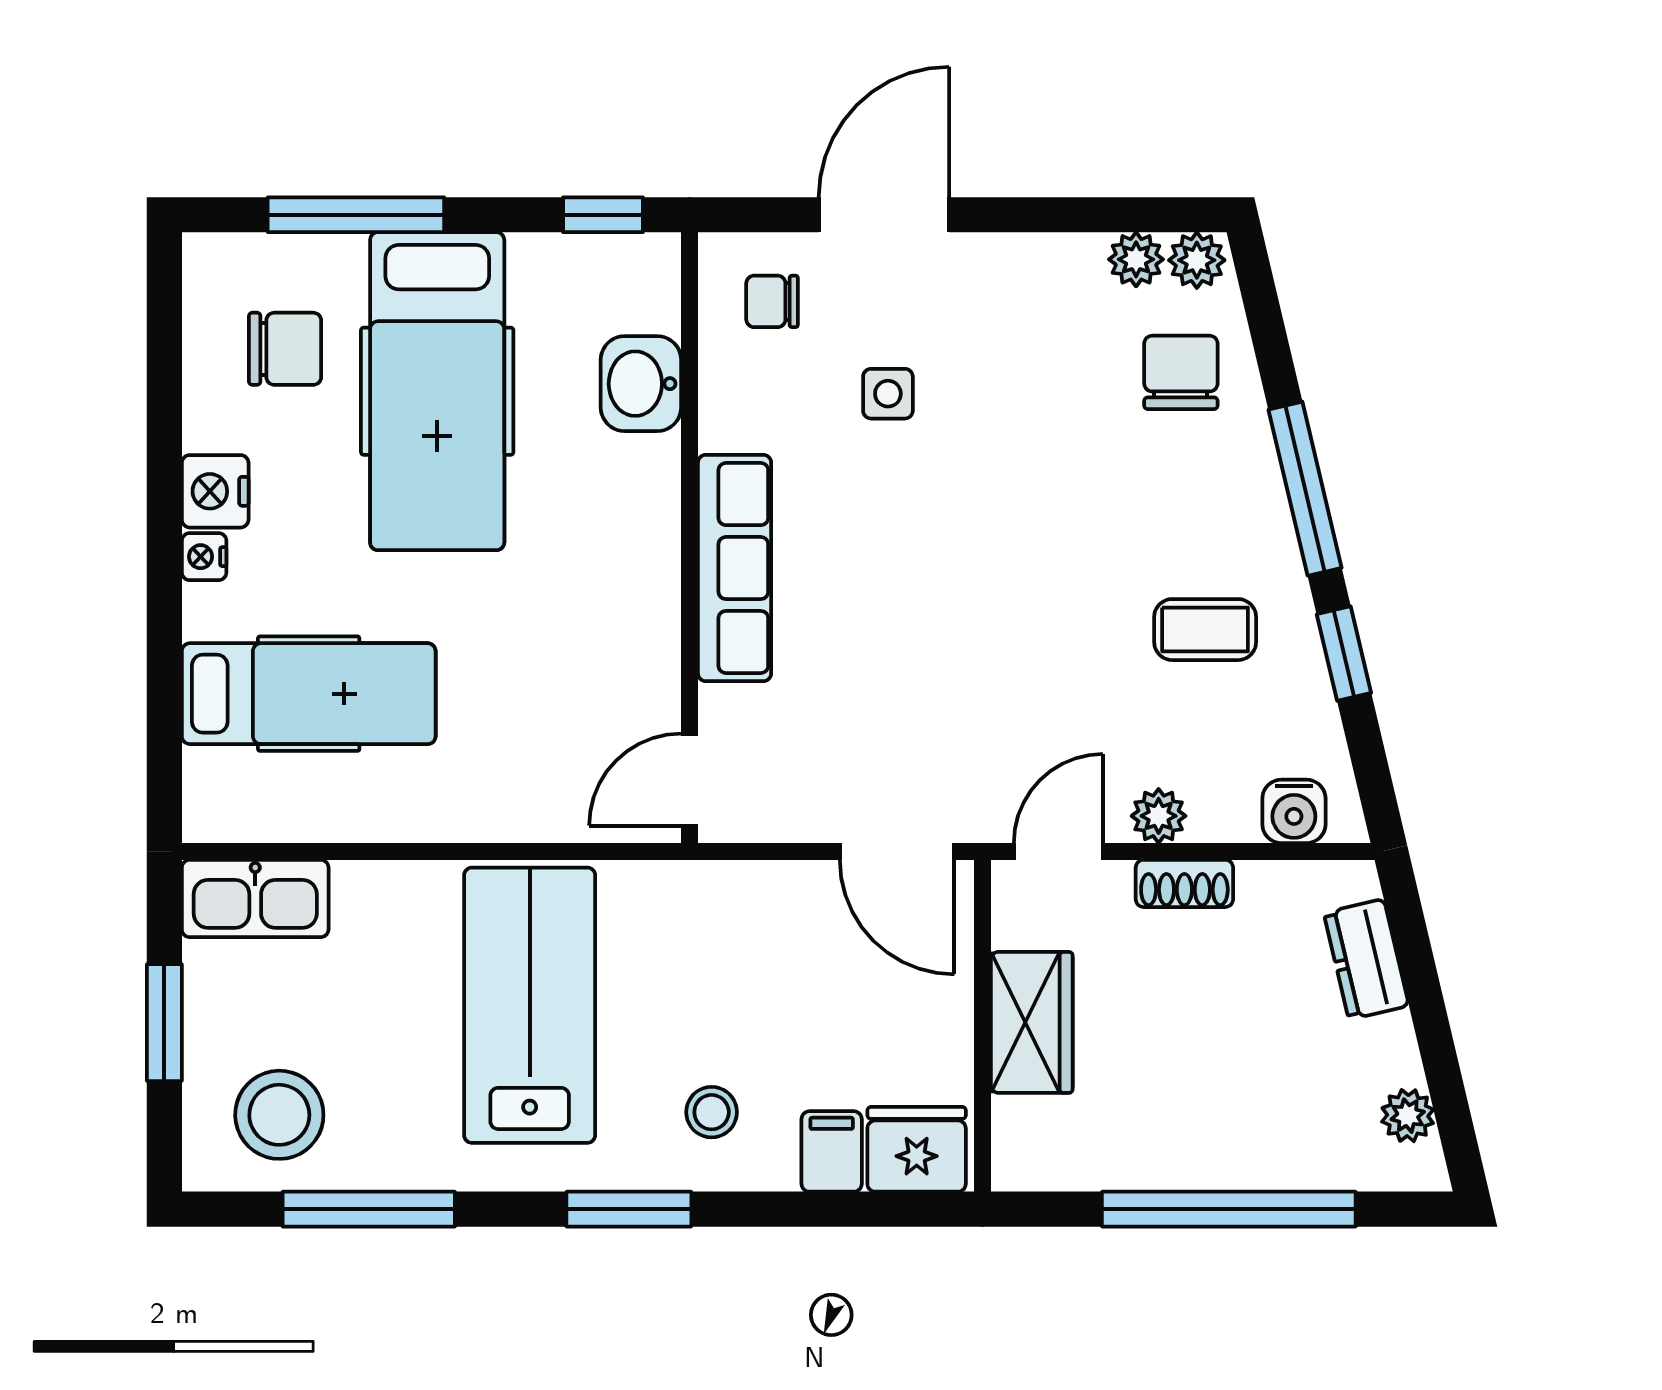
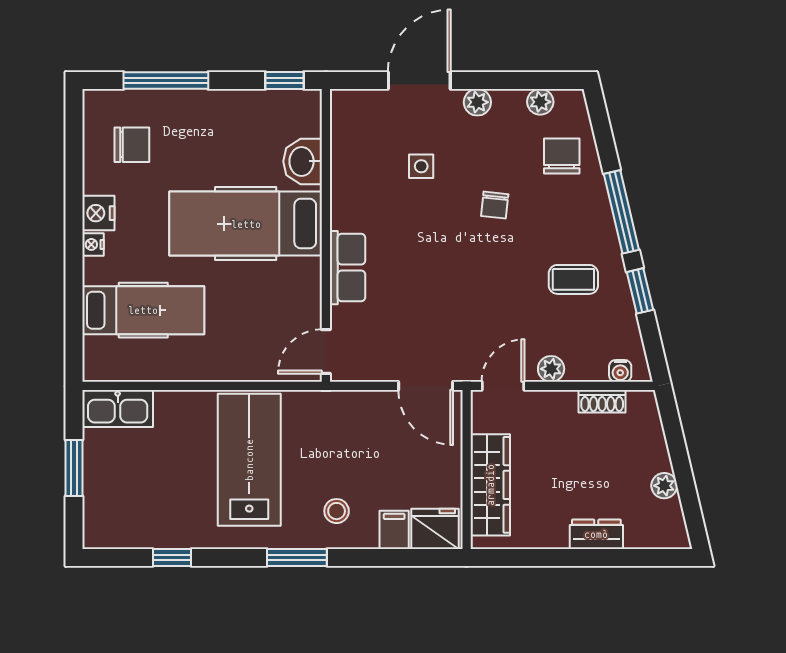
plant: (1197, 260) -> (477, 102), moved
chair: (772, 301) -> (495, 205), moved, turned -84
hospital bed: (437, 391) -> (246, 224), moved, turned 90
row of seats: (735, 568) -> (348, 268), width x0.68
water cooler: (1294, 811) -> (620, 371), width x0.72, depth x0.72
shoe rack: (1184, 883) -> (602, 401), moved
dresser: (1366, 959) -> (596, 534), moved, turned 103
wardrobe: (1032, 1022) -> (490, 485), width x1.50
stool: (279, 1115) -> (129, 512), removed
plant: (1408, 1116) -> (664, 486), moved
window: (369, 1209) -> (172, 558), width x0.46
window: (1229, 1209) -> (585, 558), removed

